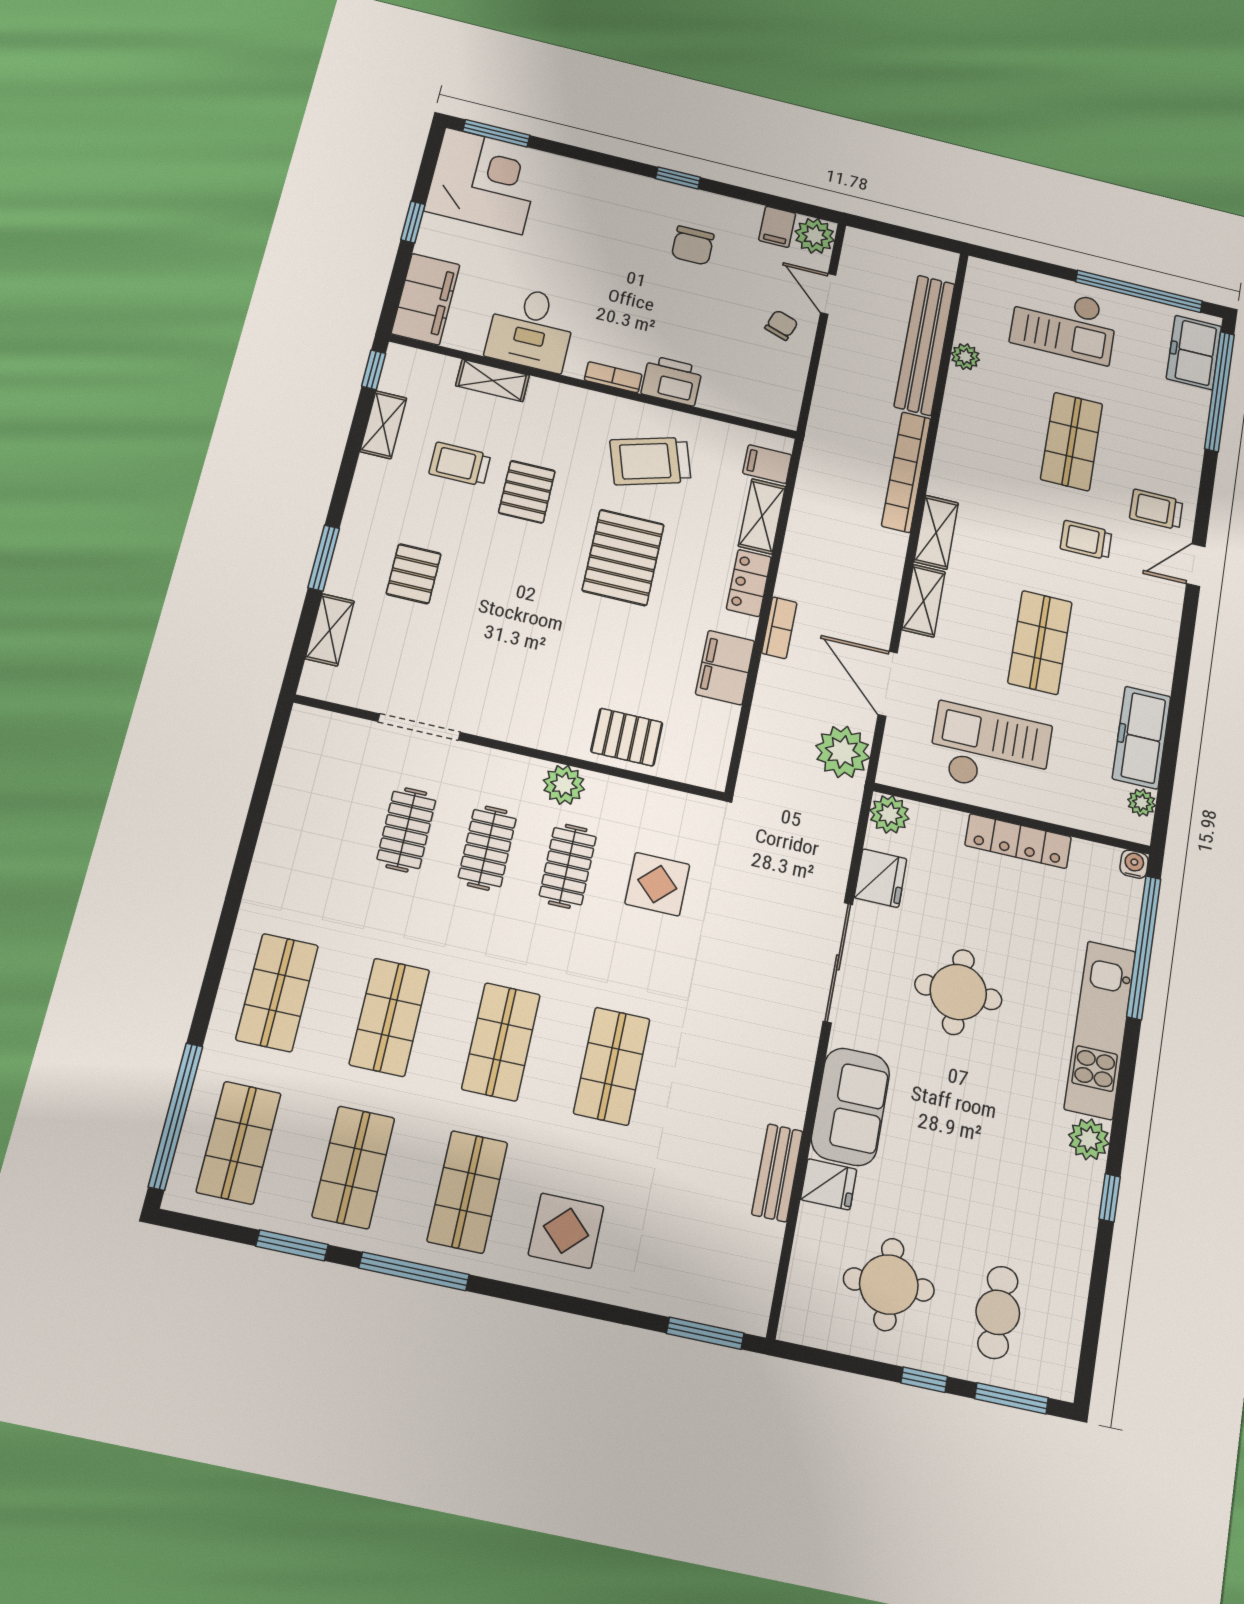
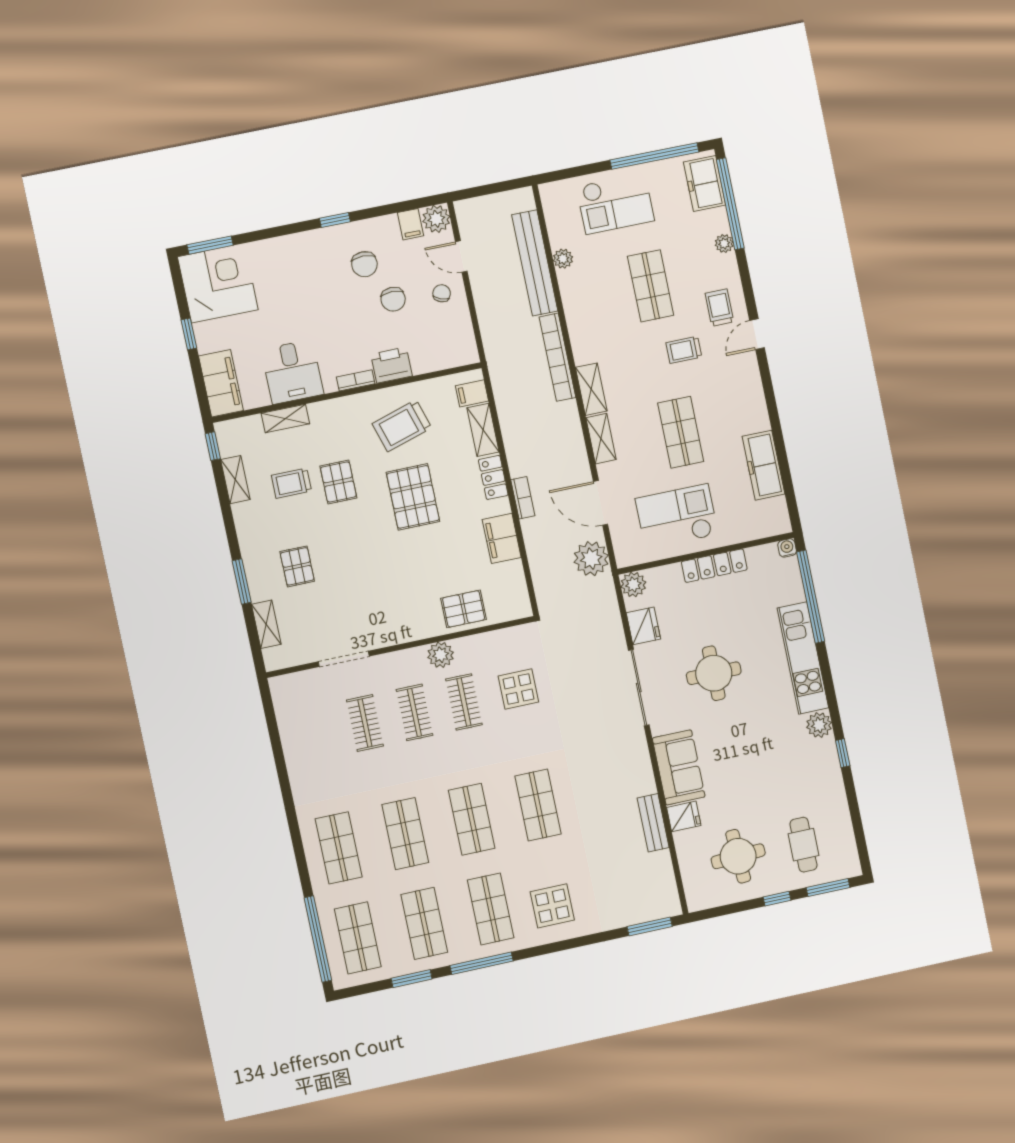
chair: (712, 303) -> (393, 299), added
trolley: (1156, 510) -> (719, 308), turned 90
plant: (1142, 803) -> (724, 243), moved

